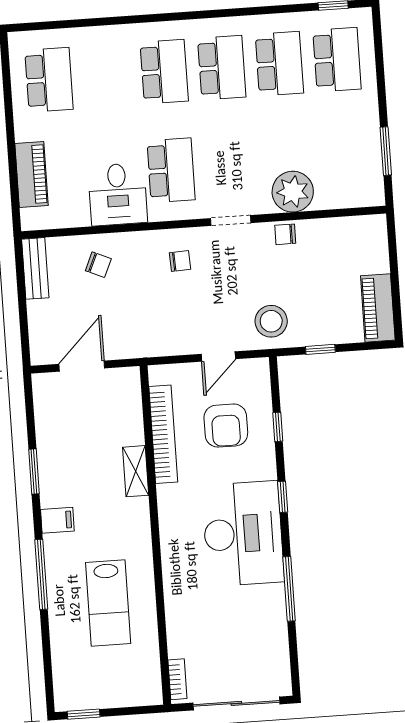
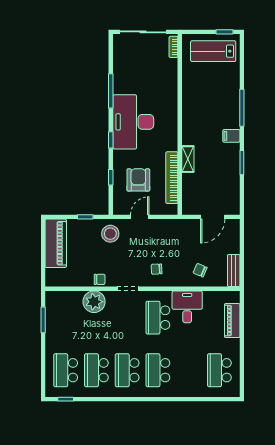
piano: (378, 308) -> (56, 243), width x1.37, depth x1.33
lab bench: (108, 603) -> (213, 51), moved, turned -90

